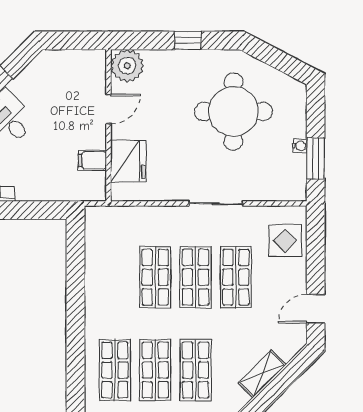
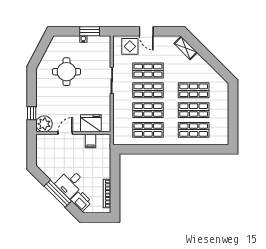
window: (188, 40) -> (32, 113), moved
door: (109, 109) -> (65, 133), hinge flipped
round table: (233, 111) -> (67, 72), width x0.73, depth x0.73
shop shelf: (115, 277) -> (148, 130), added
door: (316, 309) -> (146, 31), moved
shelving: (262, 374) -> (186, 48), moved

